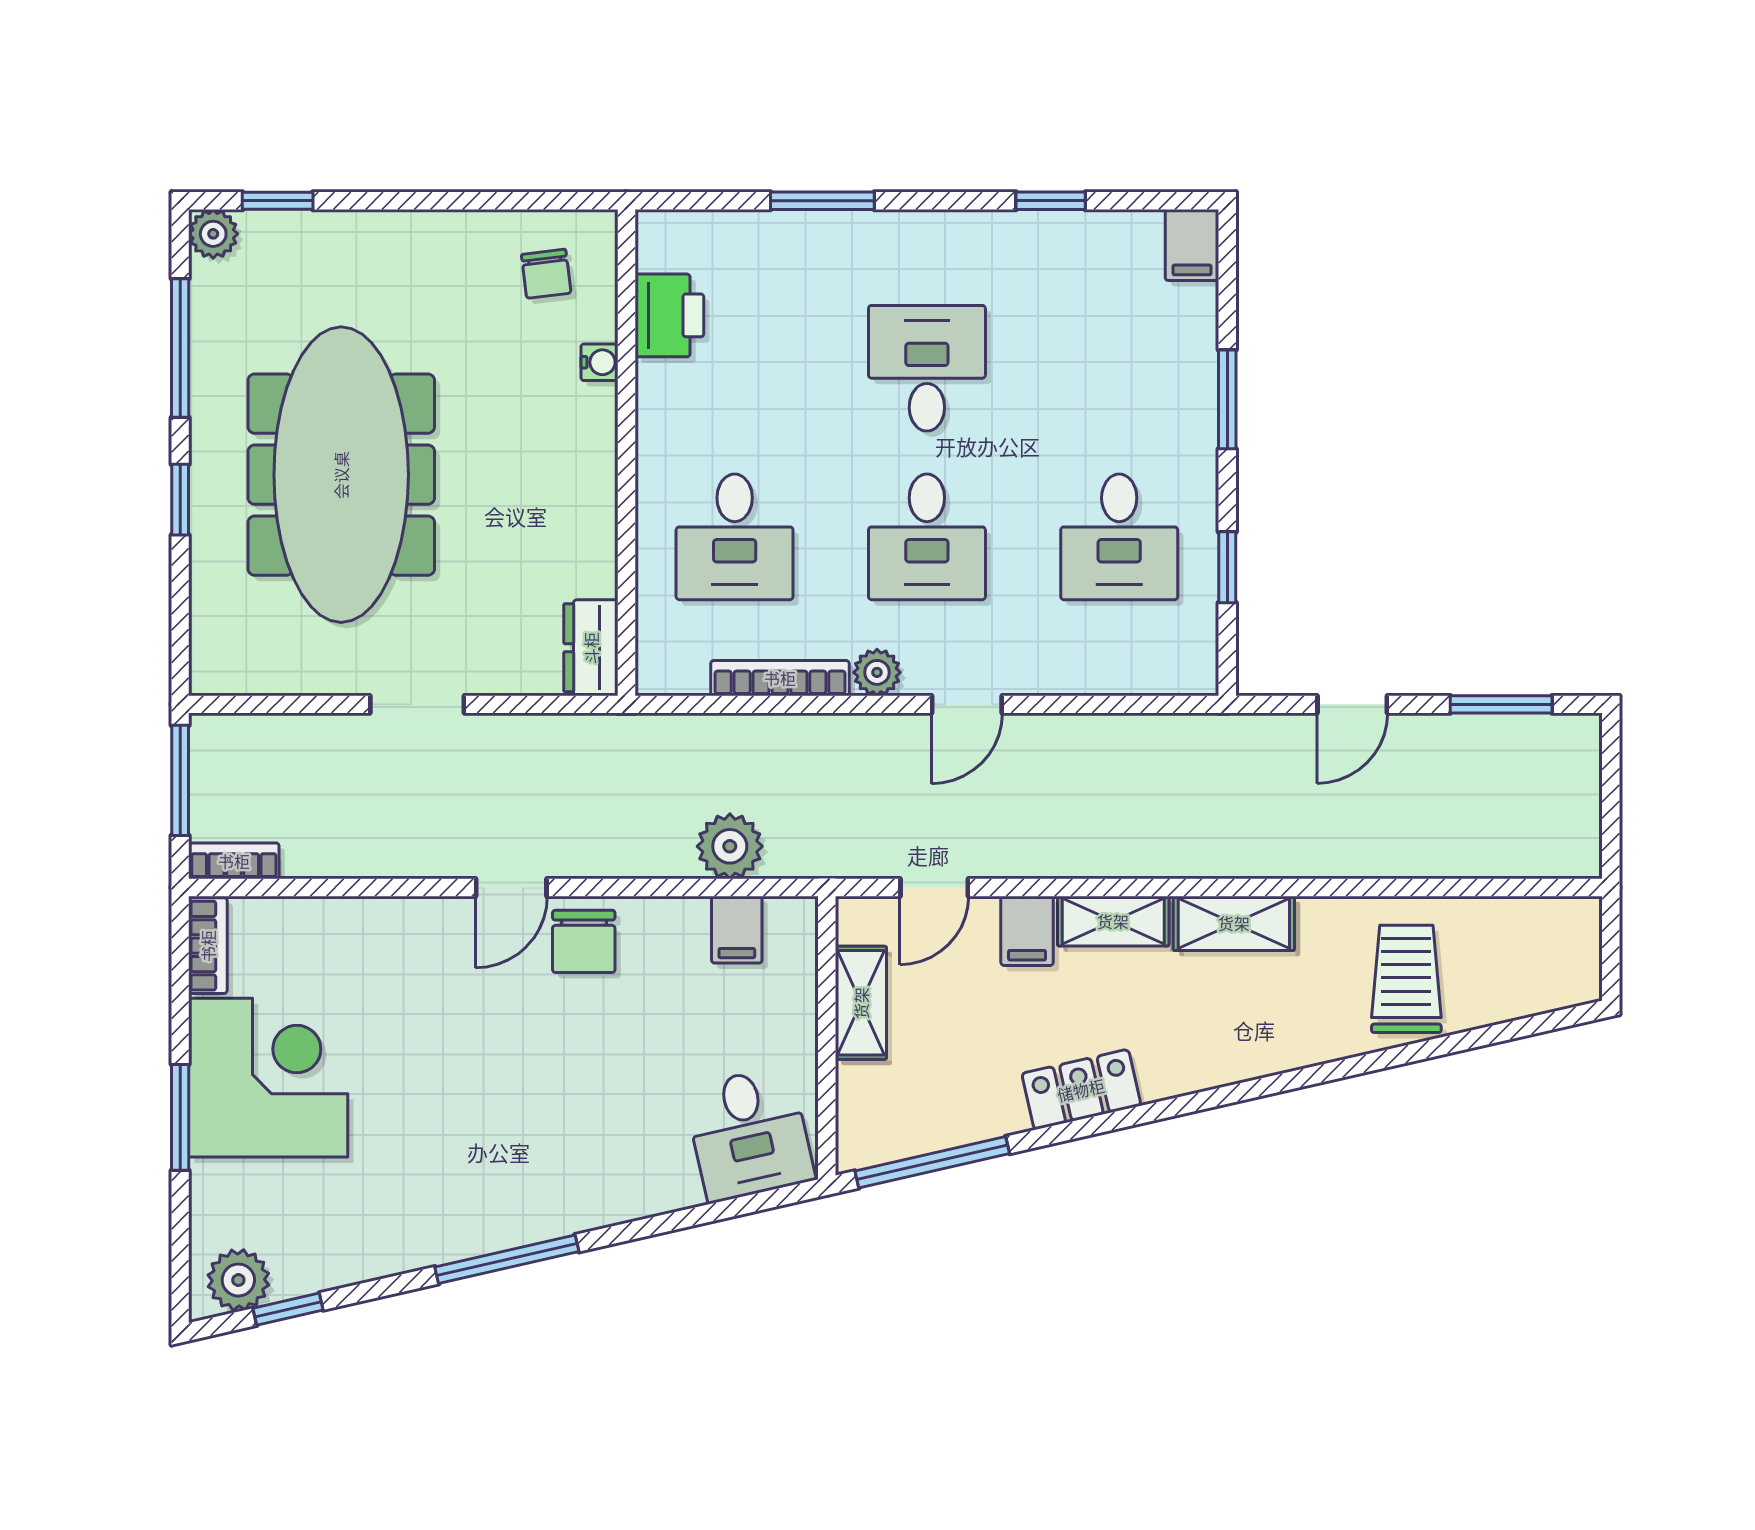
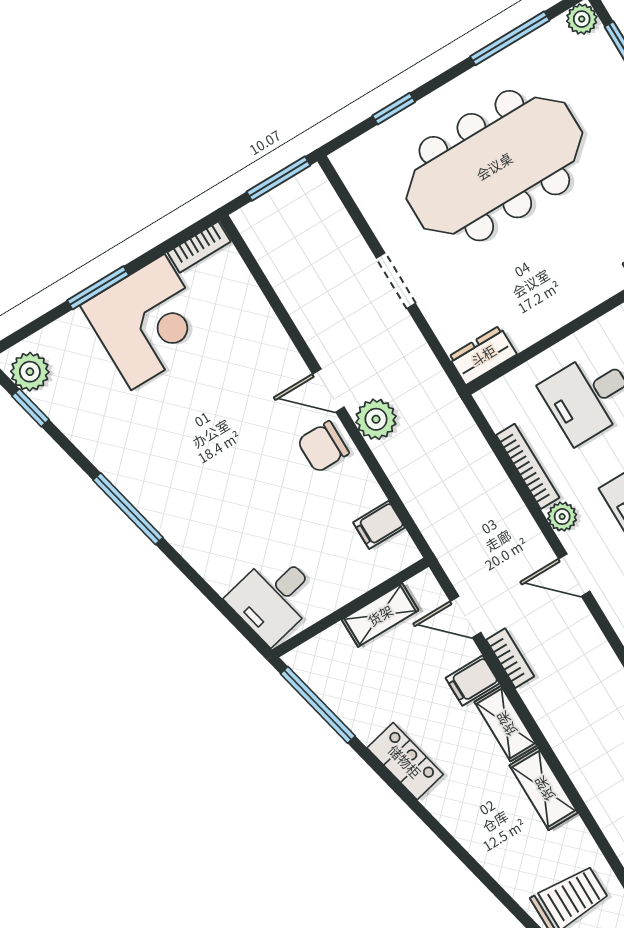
window: (180, 500) -> (394, 109), moved
plant: (730, 846) -> (376, 419), moved
bookcase: (234, 861) -> (510, 658), moved

